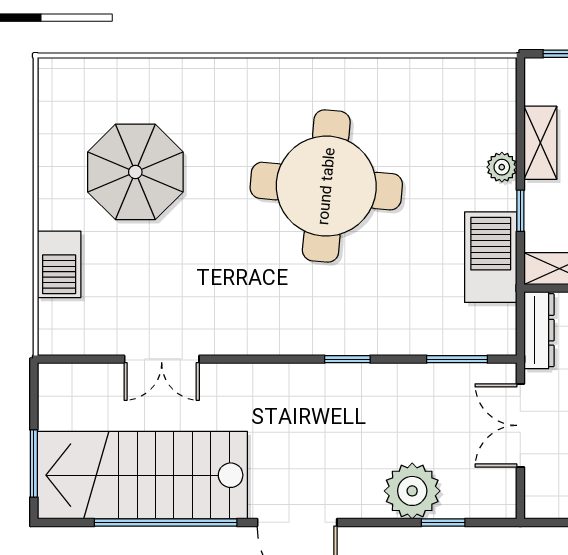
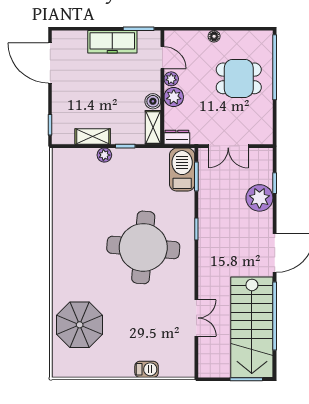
parasol: (135, 172) -> (80, 325), moved
round table: (326, 186) -> (143, 247), moved
barbecue: (491, 257) -> (182, 170), moved, turned 90
barbecue: (59, 264) -> (147, 369), width x0.73, depth x0.79
dresser: (539, 330) -> (177, 137), width x0.70

